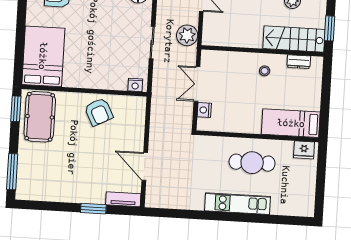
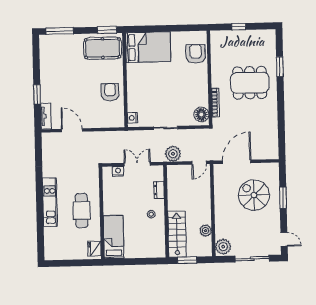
dresser: (299, 62) -> (159, 190), moved
armchair: (99, 112) -> (110, 92), turned 117
door: (145, 166) -> (72, 130), hinge flipped

